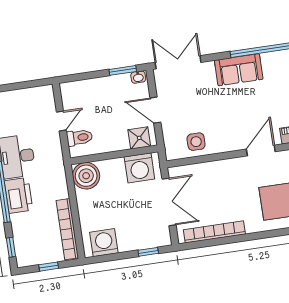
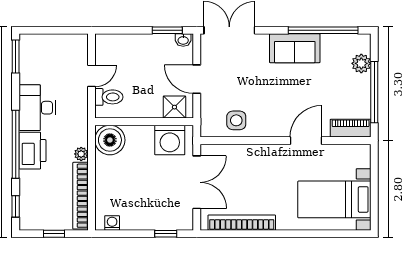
plant: (62, 192) -> (81, 154), added
washing machine: (104, 243) -> (112, 223), width x0.53, depth x0.53

